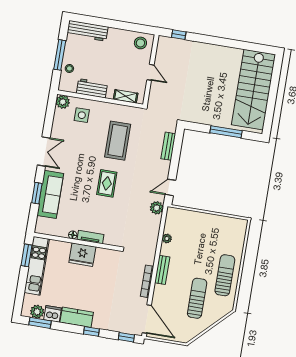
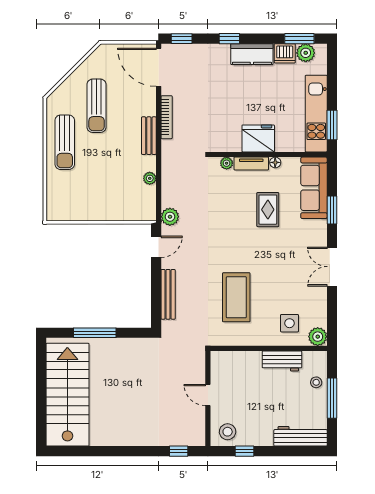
window: (130, 27) -> (244, 451), added
shelving: (126, 96) -> (236, 358), removed
bench: (168, 146) -> (168, 294), width x1.36
rug: (107, 183) -> (268, 210), moved
sofa: (50, 194) -> (314, 188), moved
plant: (109, 240) -> (227, 163), added

